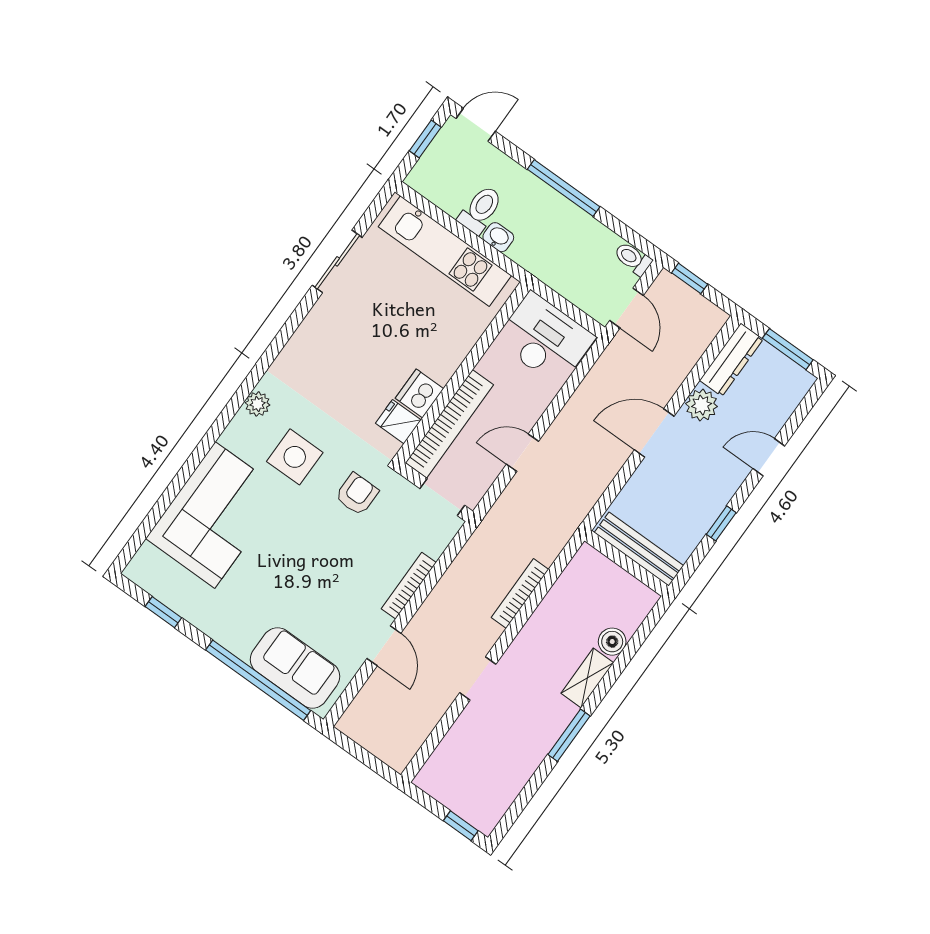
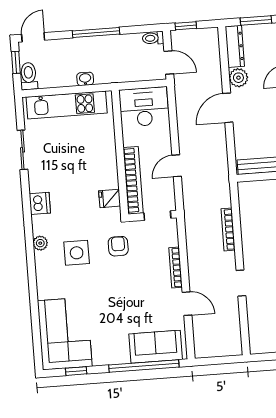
toilet: (481, 210) -> (29, 76), moved
dishwasher: (420, 393) -> (40, 203), moved, turned 180
corner sofa: (215, 515) -> (65, 334), moved

